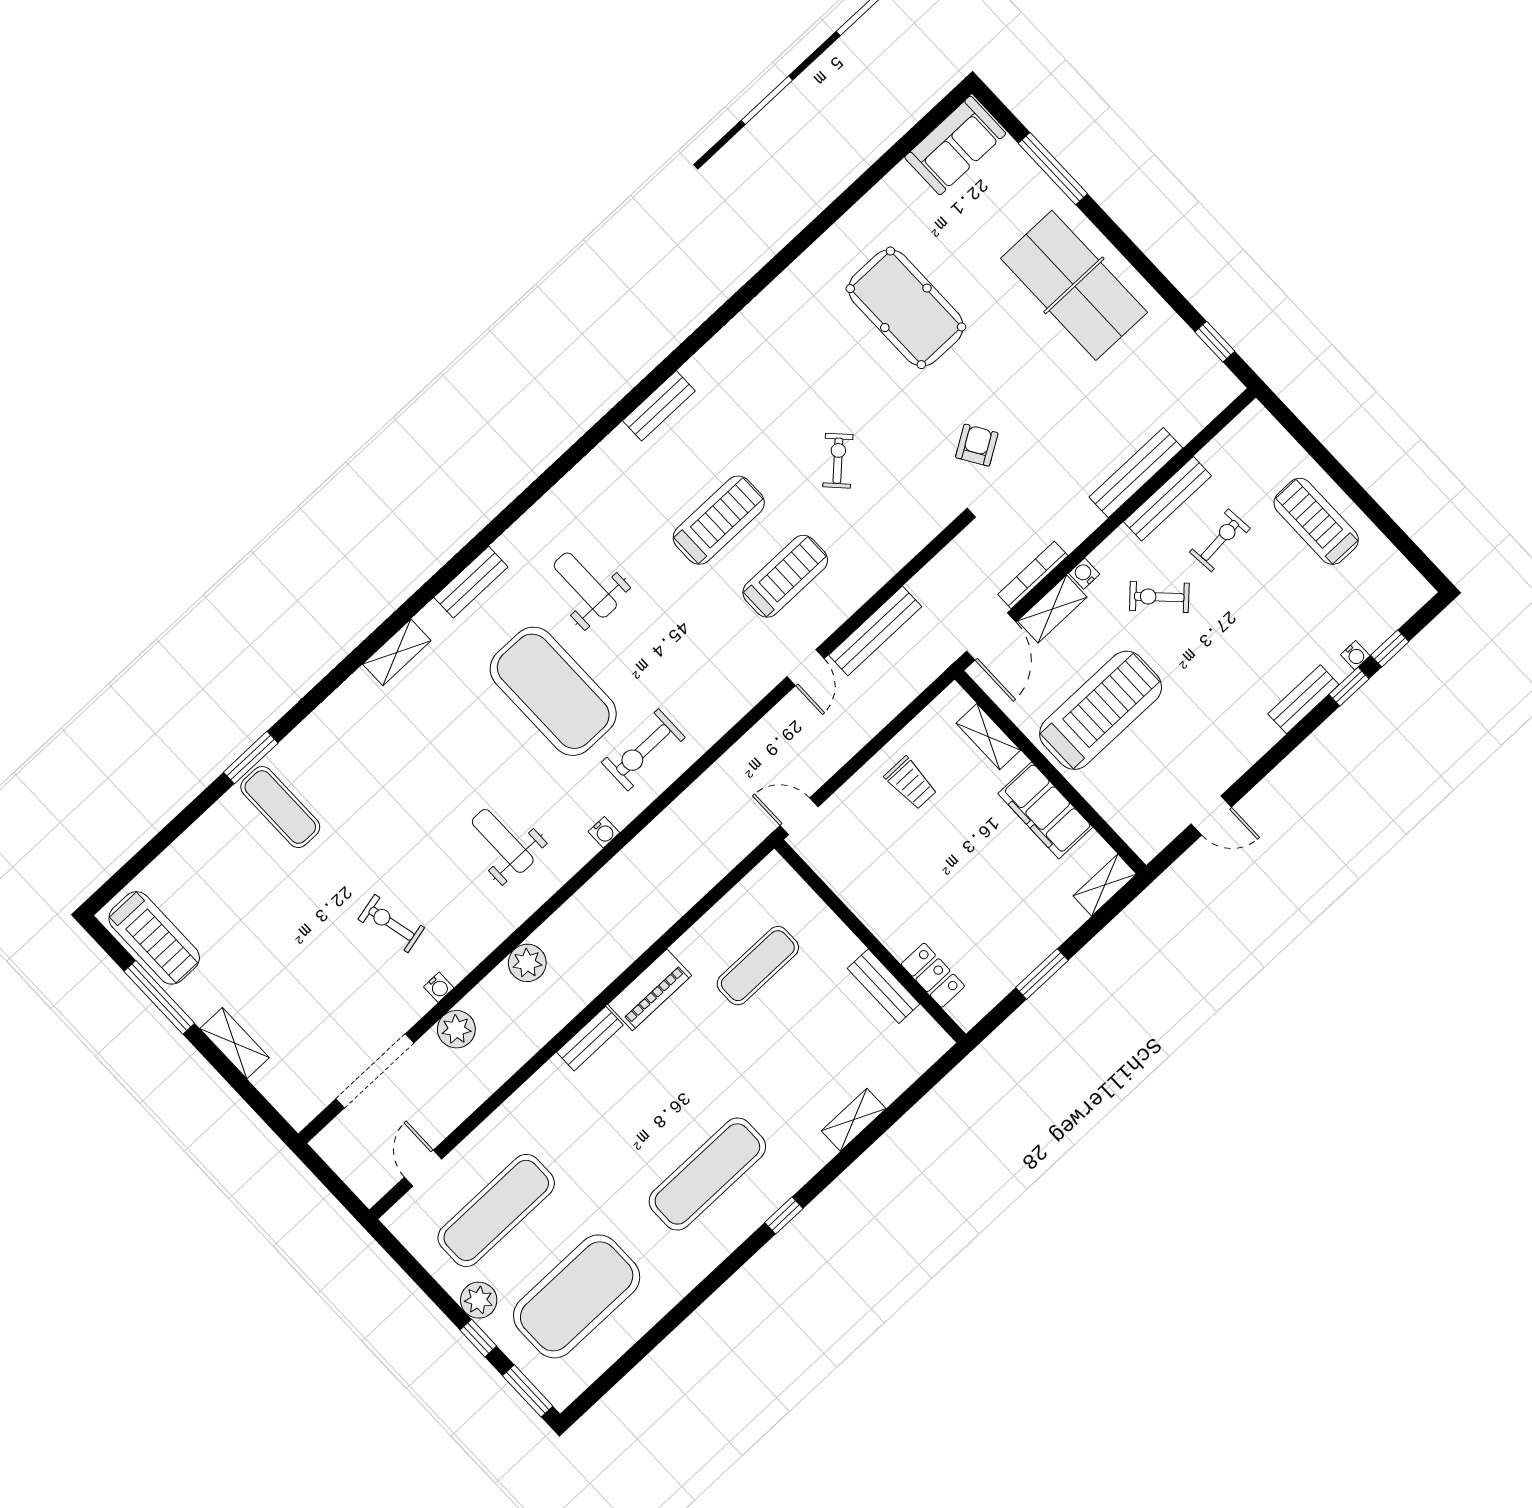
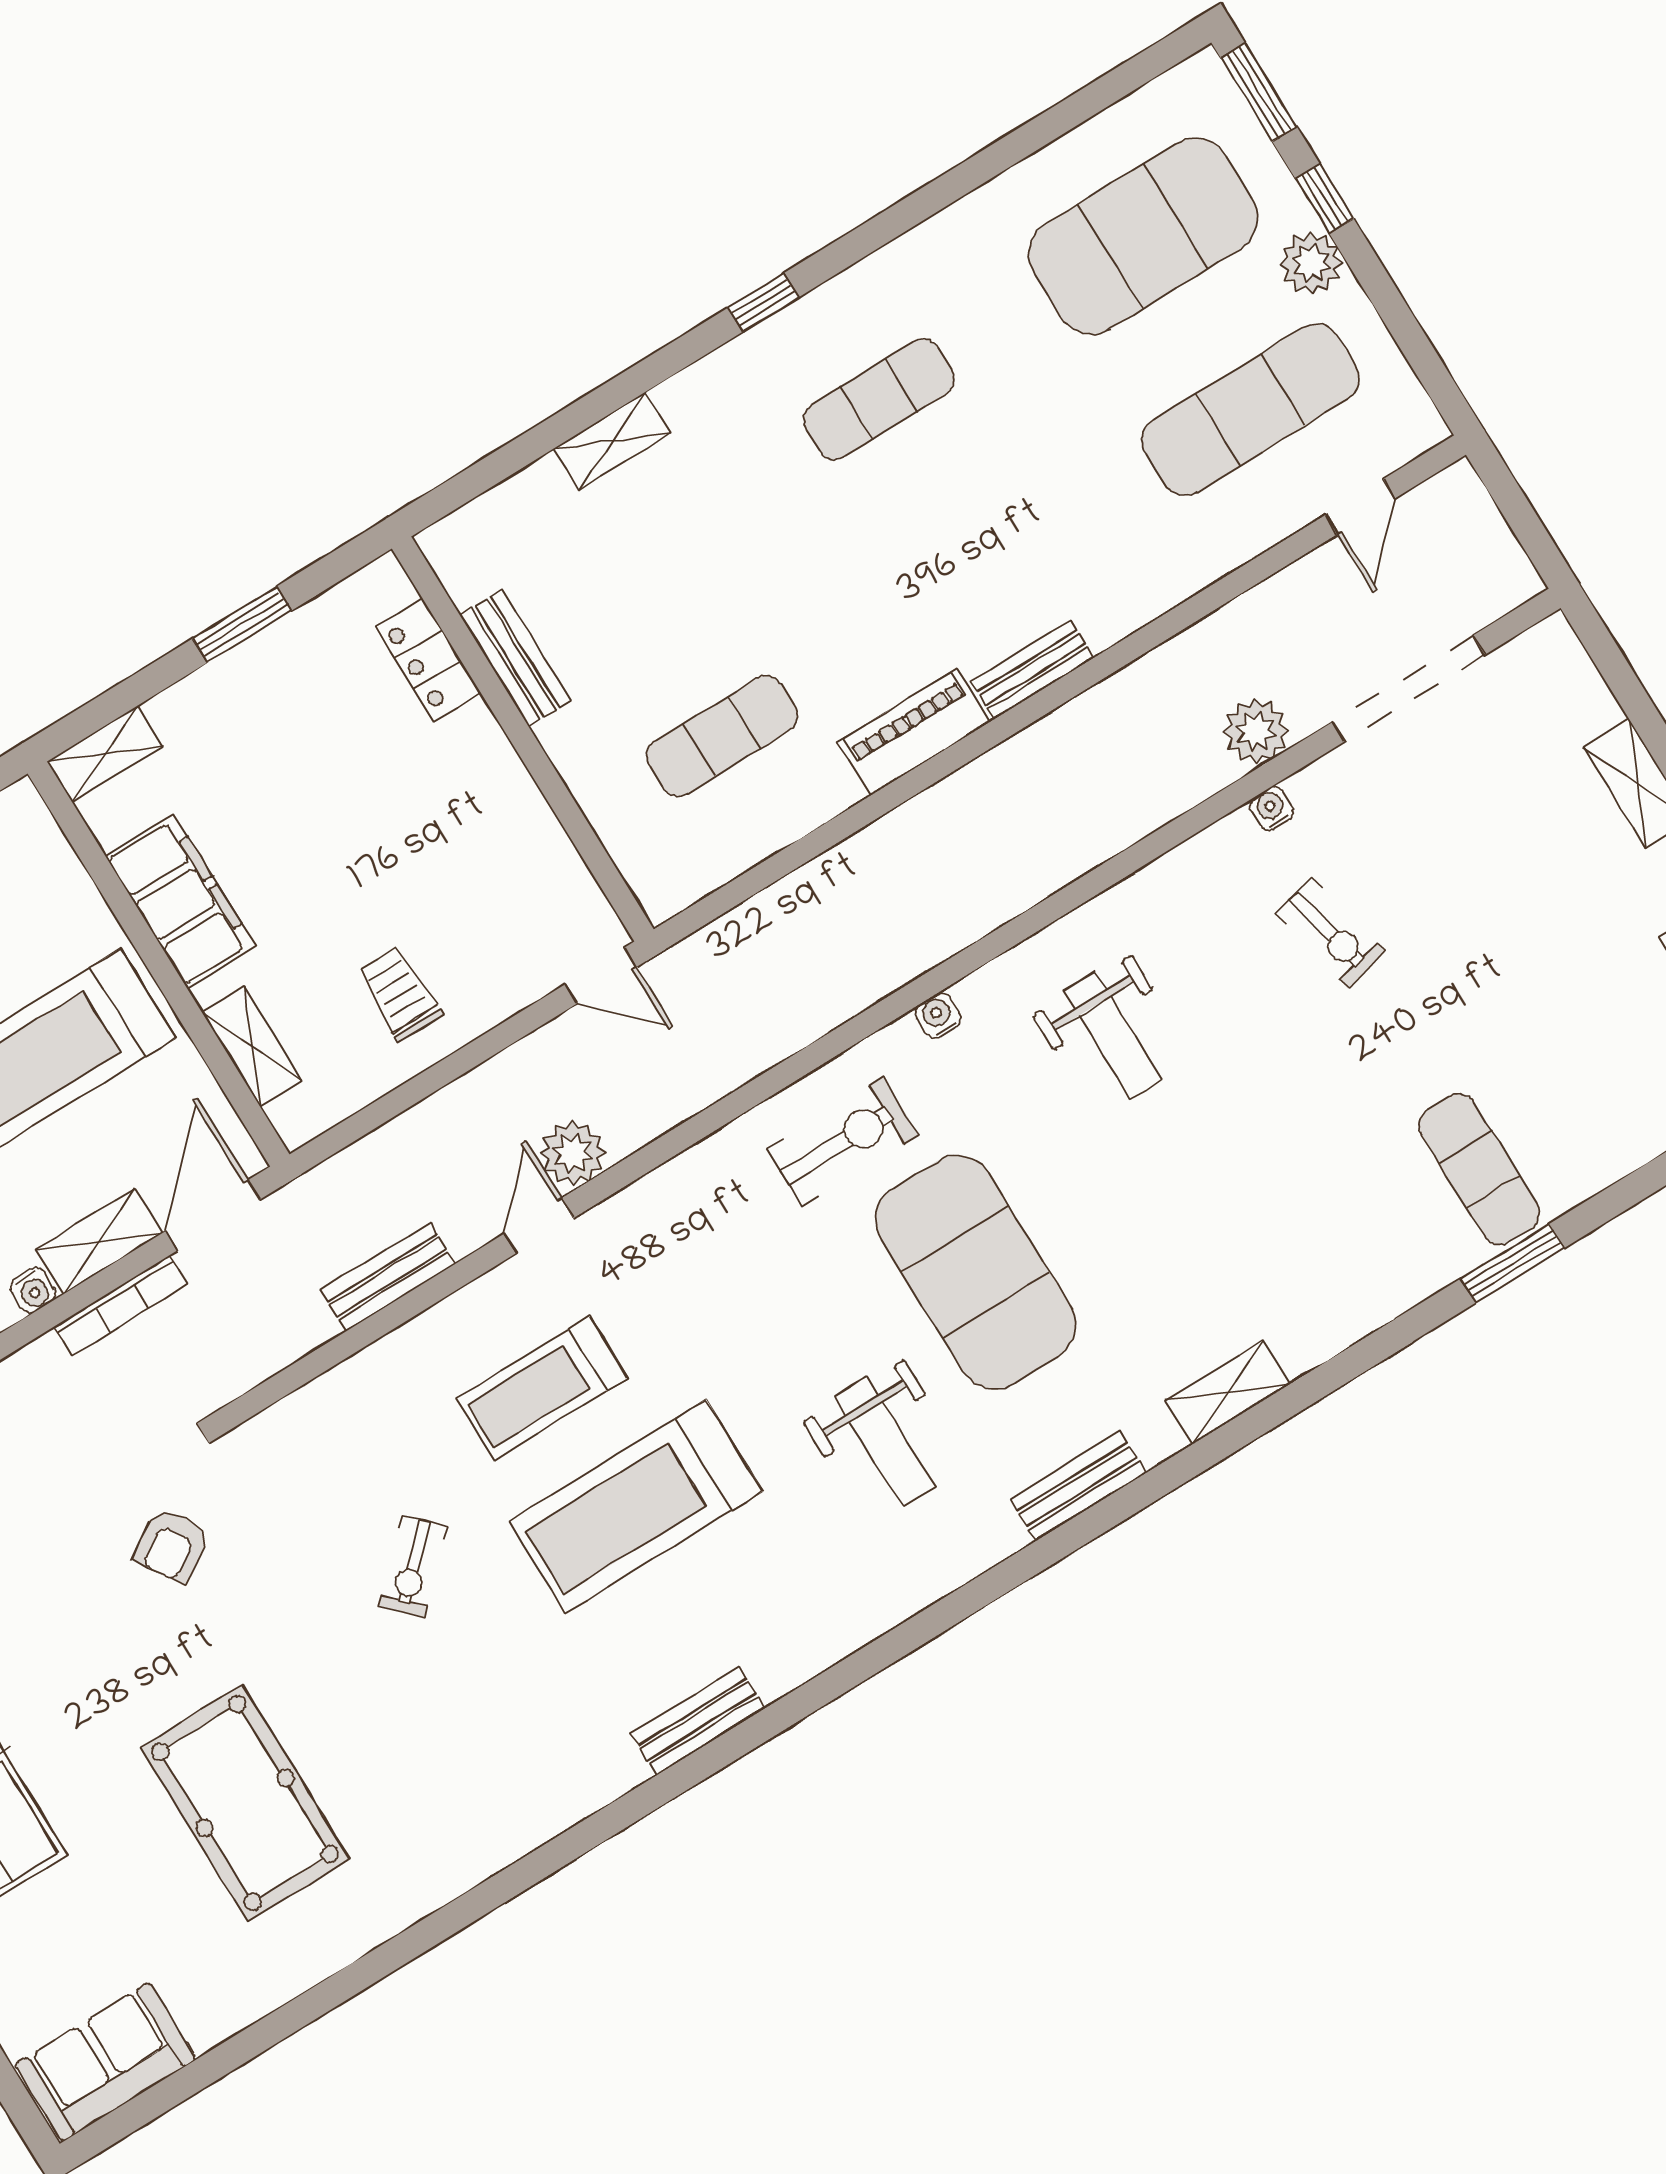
treadmill: (719, 520) -> (636, 1506), width x1.37, depth x1.38
bench: (875, 631) -> (388, 1277), width x0.73
plant: (527, 963) -> (573, 1153), moved
exercise mat: (707, 1174) -> (879, 399), width x0.73, depth x0.69

